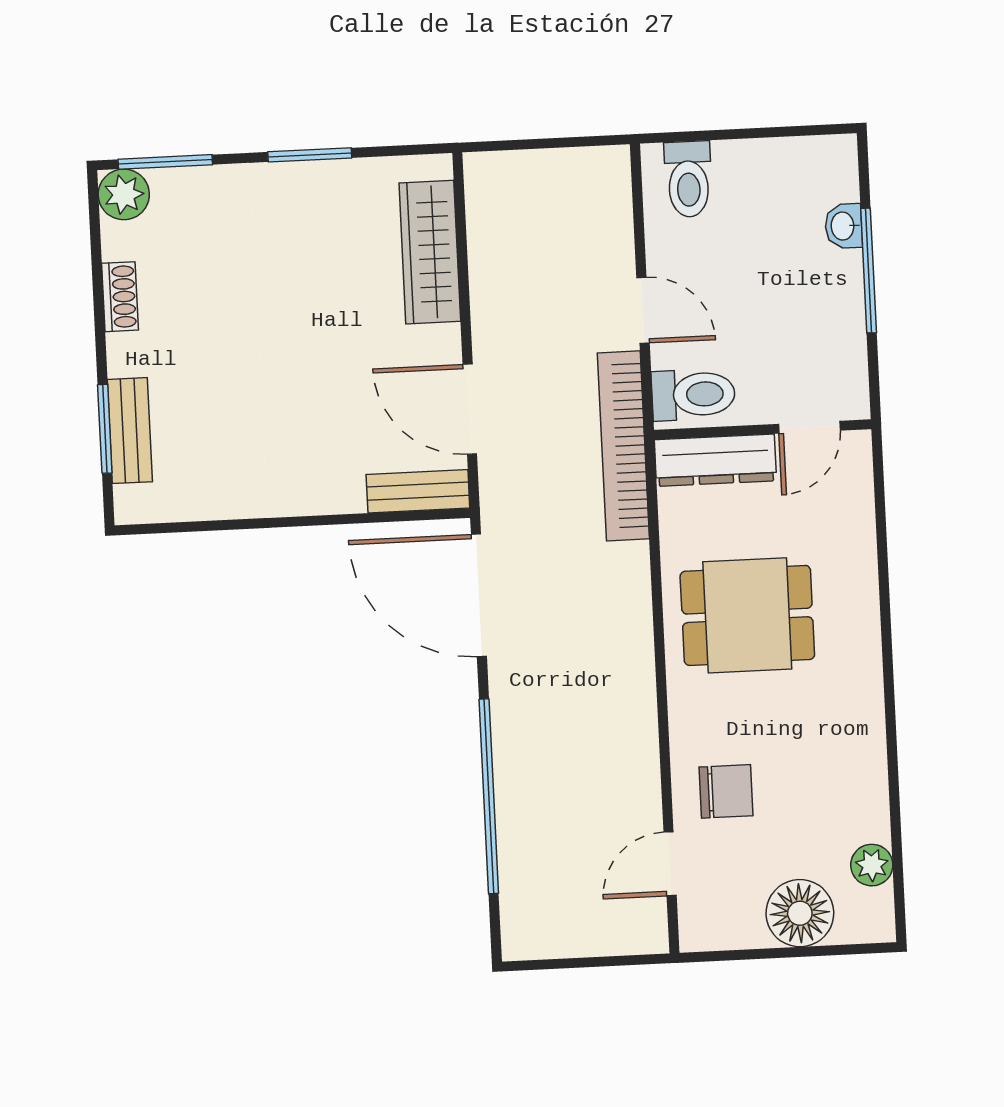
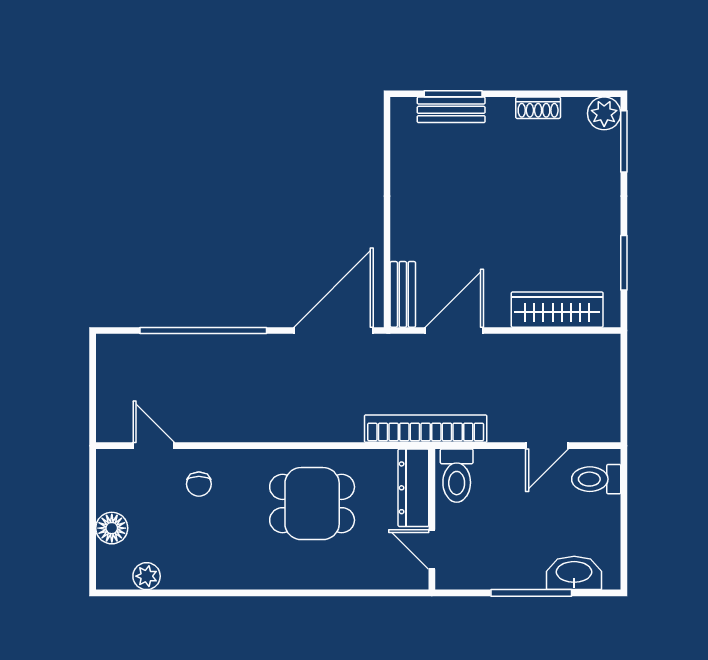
window: (310, 155) -> (624, 263), moved
washbasin: (844, 226) -> (574, 573), width x1.91, depth x1.45
door: (643, 310) -> (547, 446), moved
dining table: (747, 615) -> (312, 504), turned 90
chair: (726, 791) -> (199, 484), width x0.73, depth x0.73
floor lamp: (800, 913) -> (112, 528), width x0.73, depth x0.73

